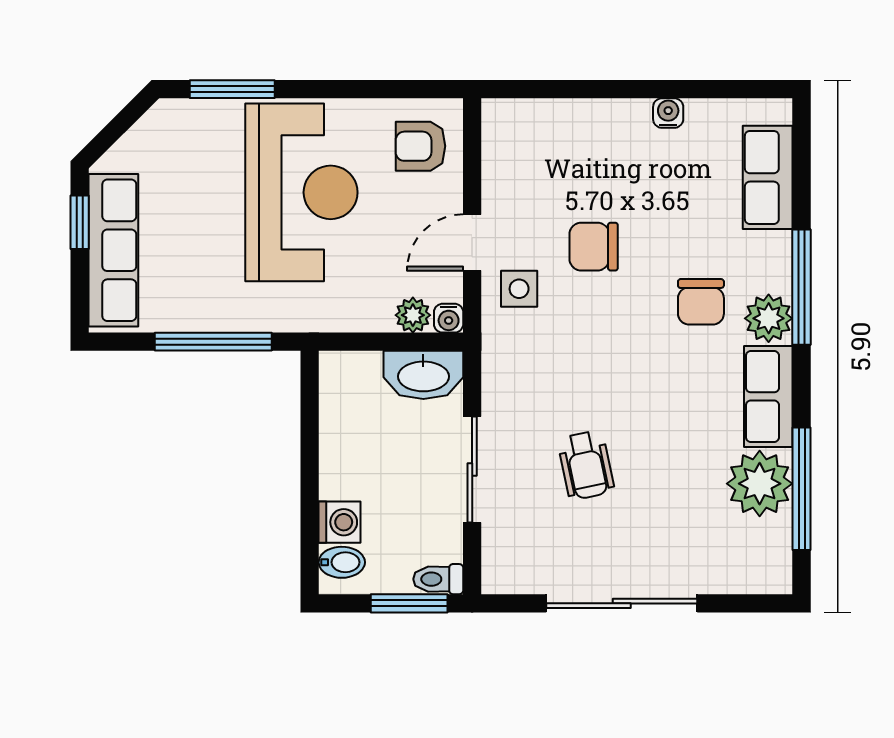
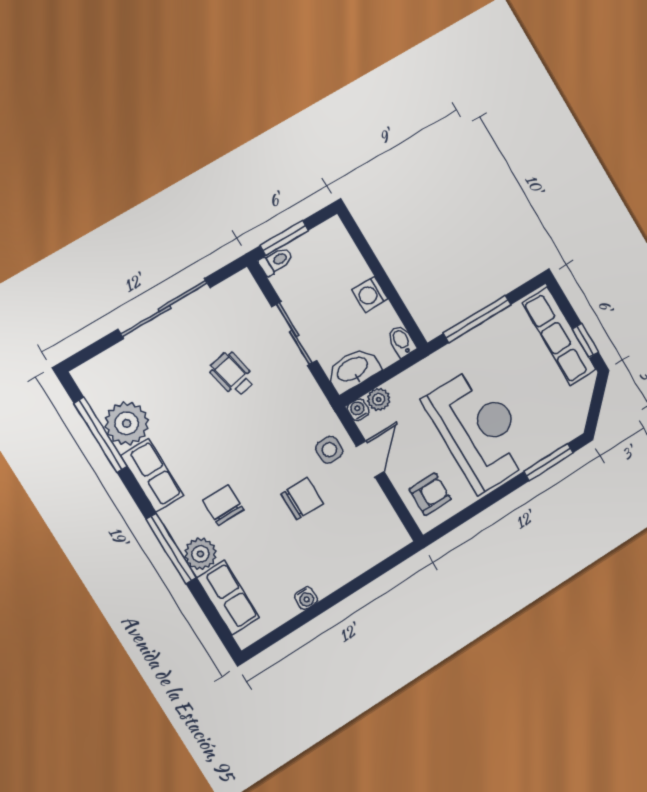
reception desk: (301, 192) -> (479, 429), turned 180
plant: (769, 318) -> (200, 554), moved
washing machine: (340, 522) -> (370, 294), moved
bidet: (342, 562) -> (402, 341), moved, turned 90

